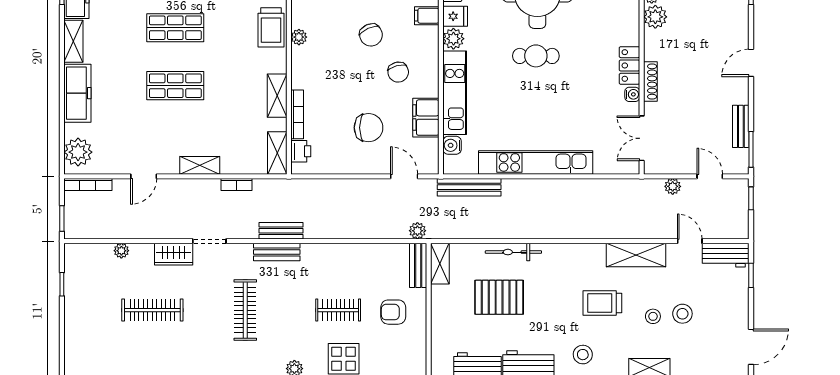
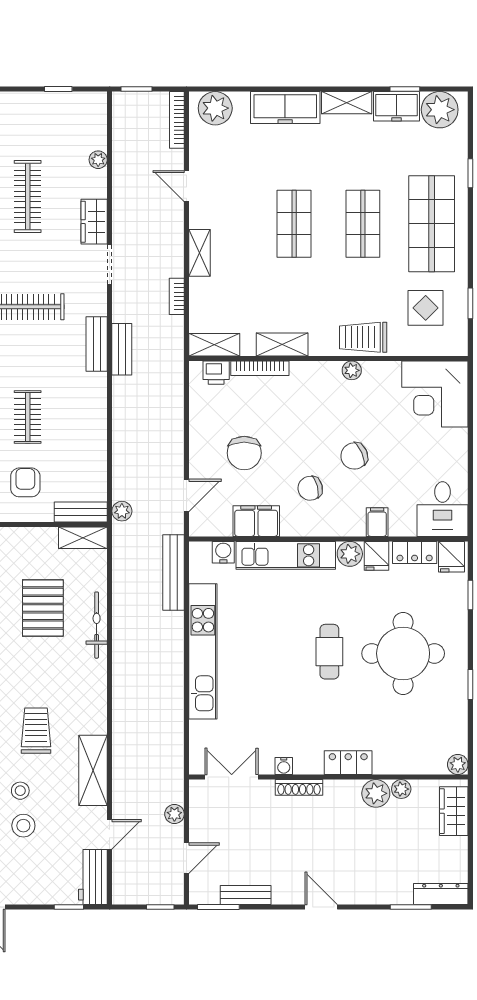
locker: (629, 65) -> (348, 763), moved

